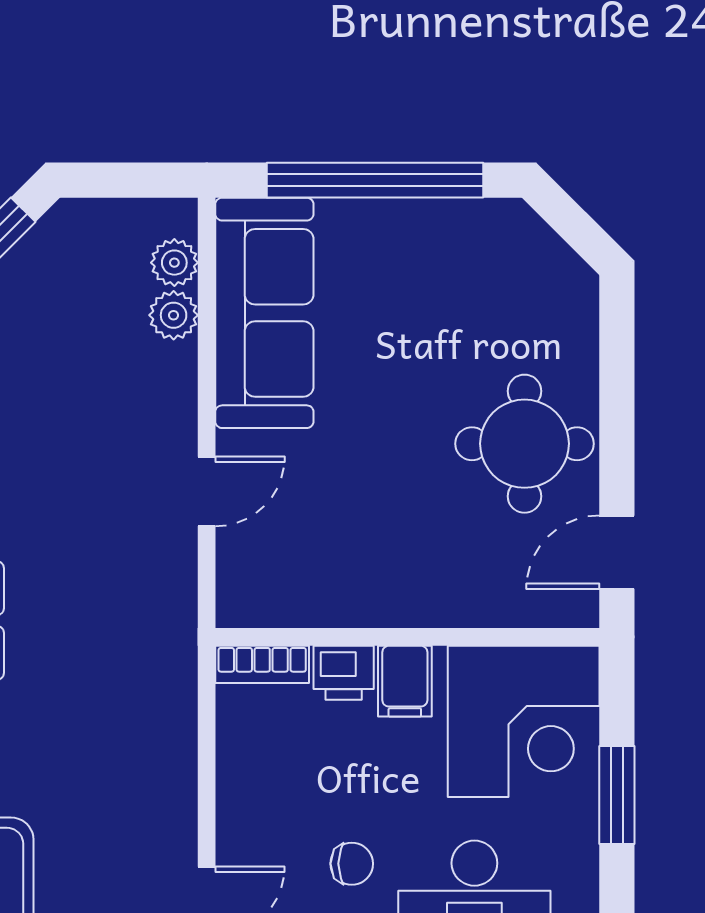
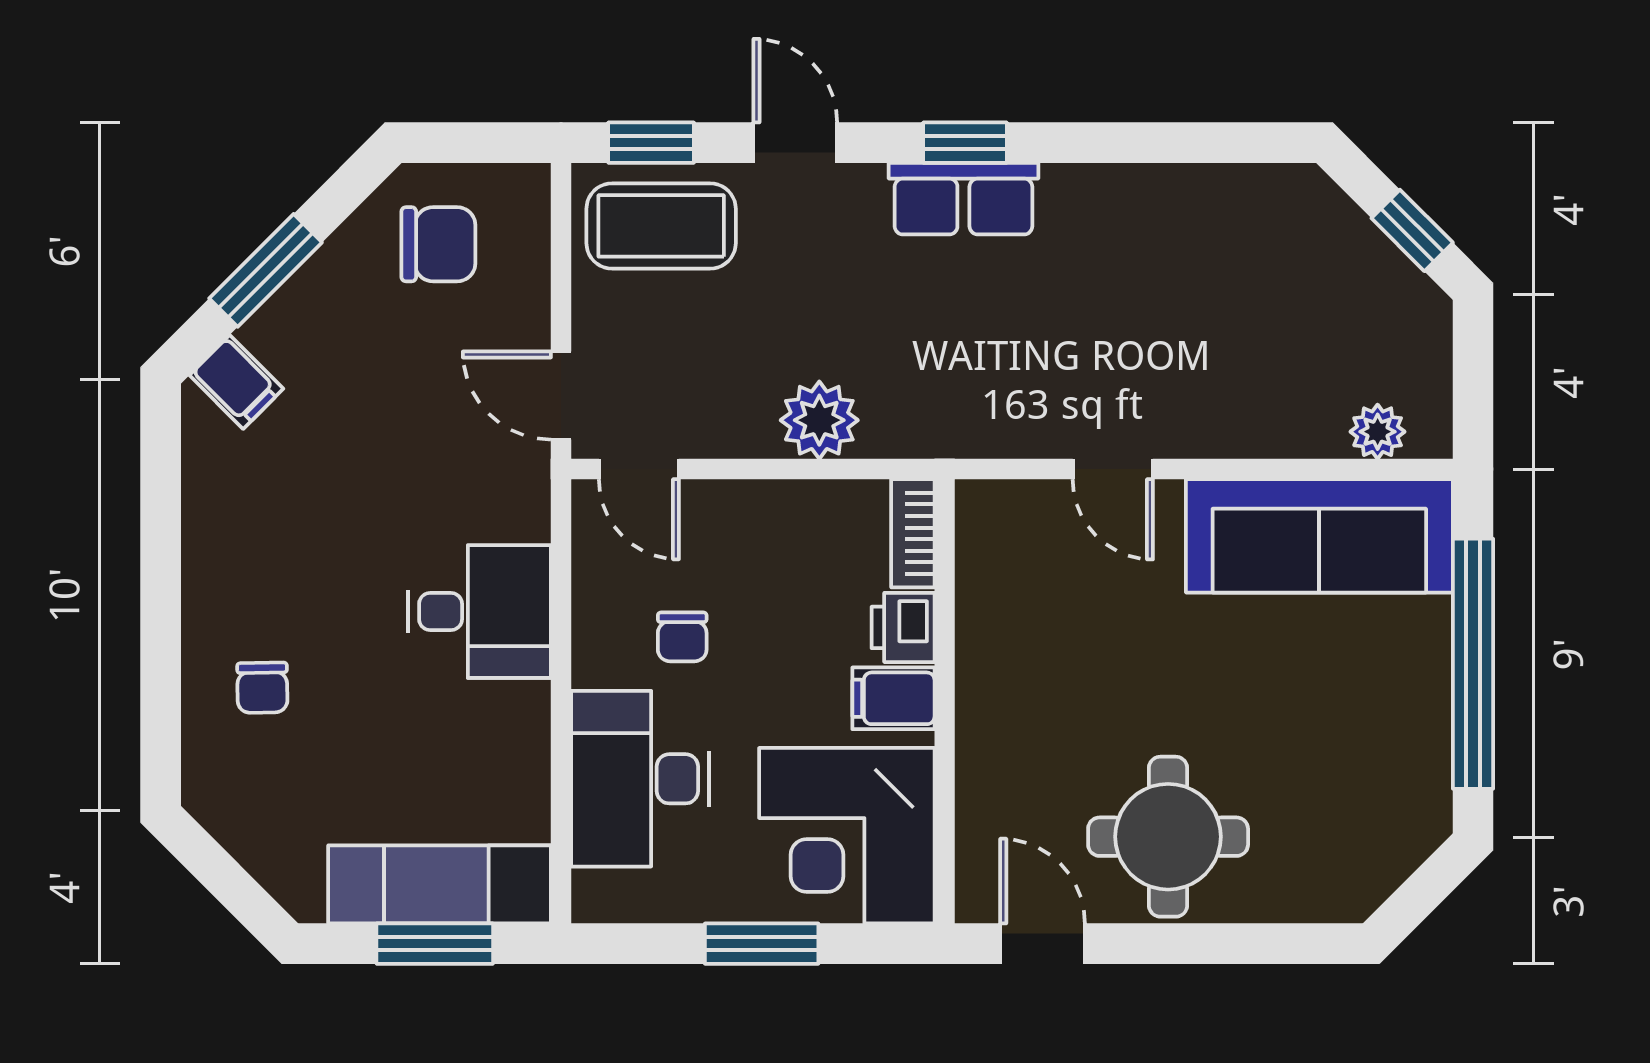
plant: (174, 315) -> (819, 420), moved, width x1.38, depth x1.38

